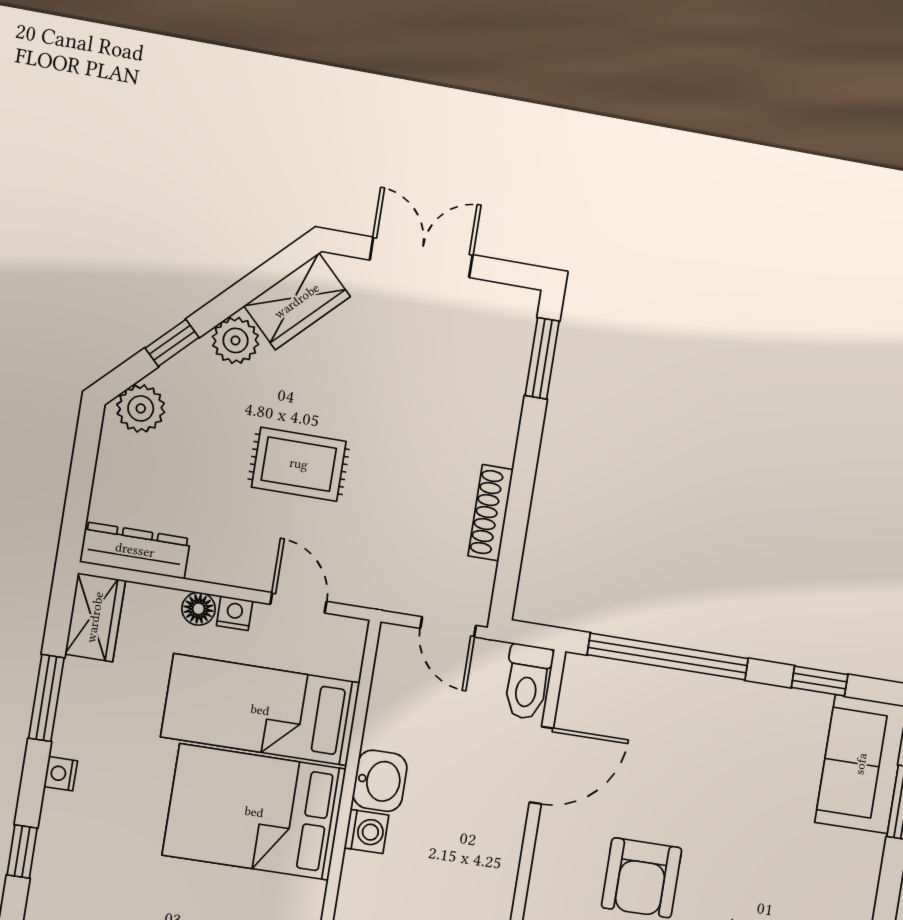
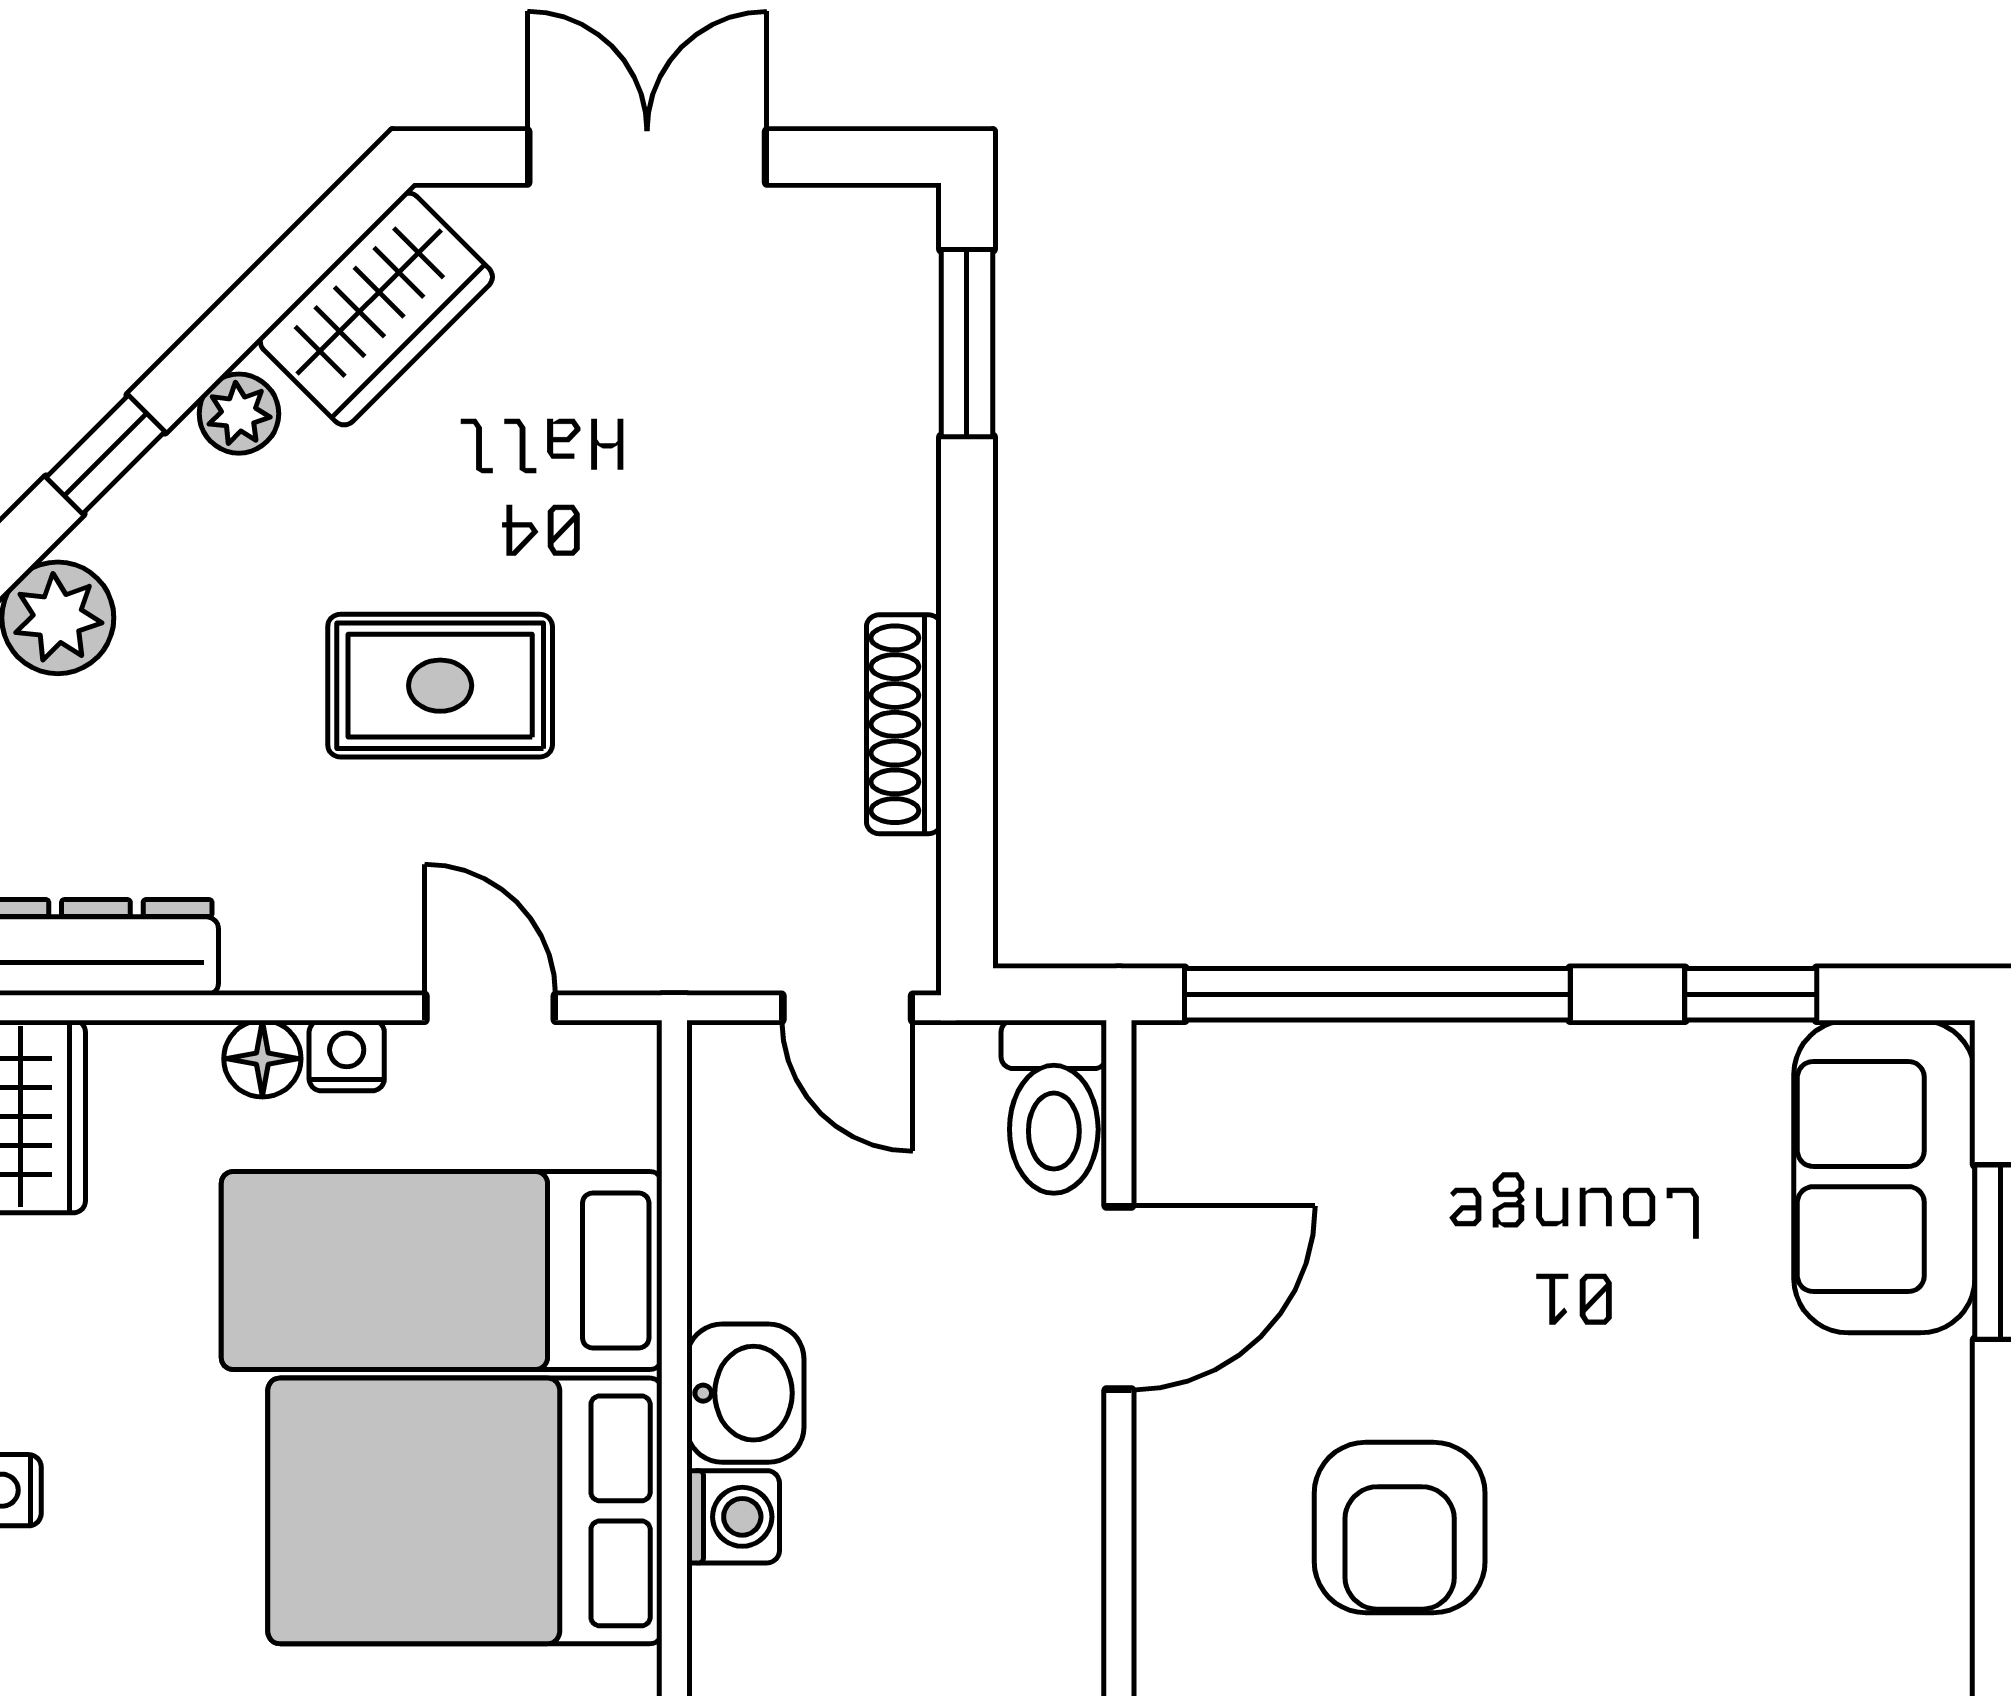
plant: (235, 340) -> (239, 414), width x0.73, depth x0.73

